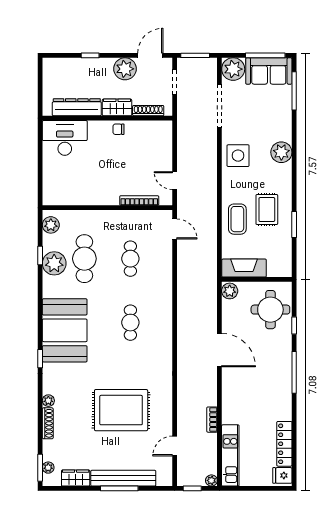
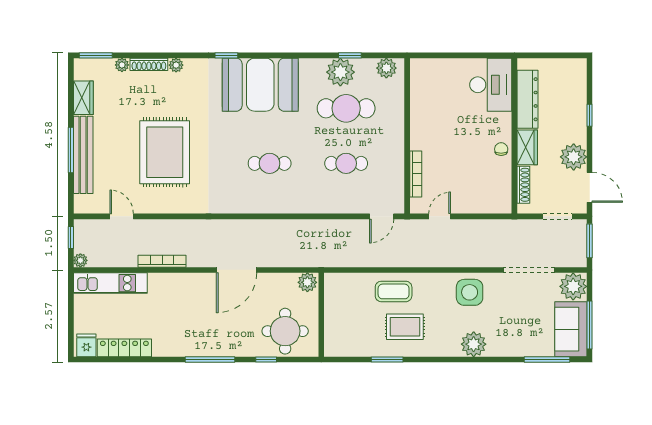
fireplace: (244, 268) -> (335, 299), removed
bookcase: (212, 420) -> (162, 261), width x1.56
plant: (48, 468) -> (122, 65), moved

